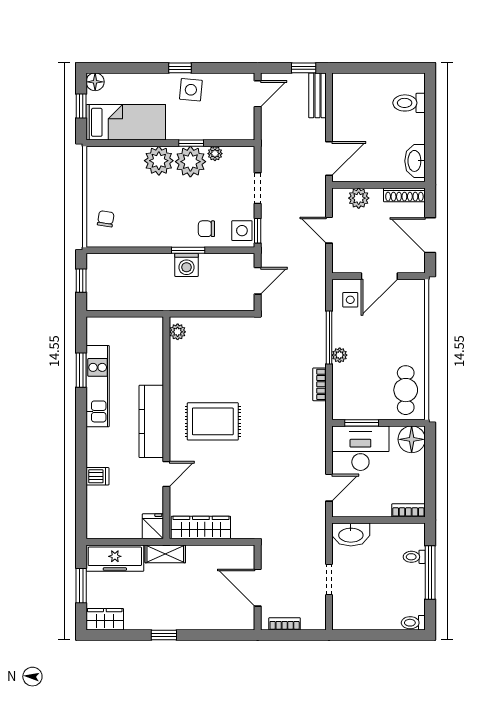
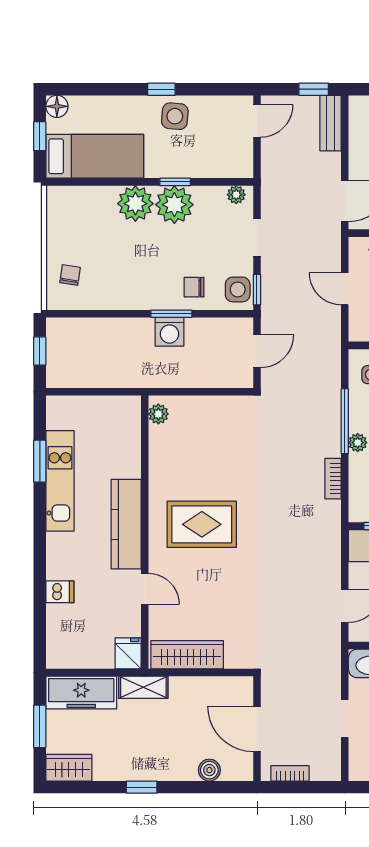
plant: (215, 154) -> (236, 195), moved
door: (166, 474) -> (145, 589), hinge flipped
boiler: (219, 621) -> (209, 770), added

